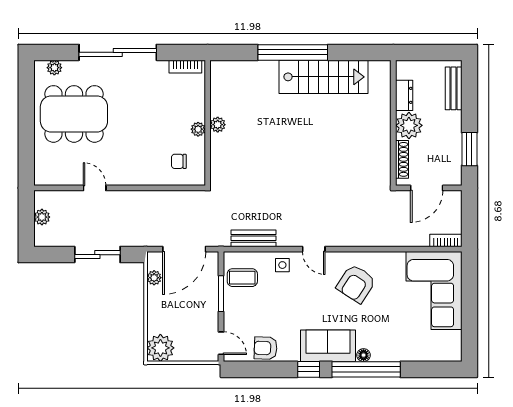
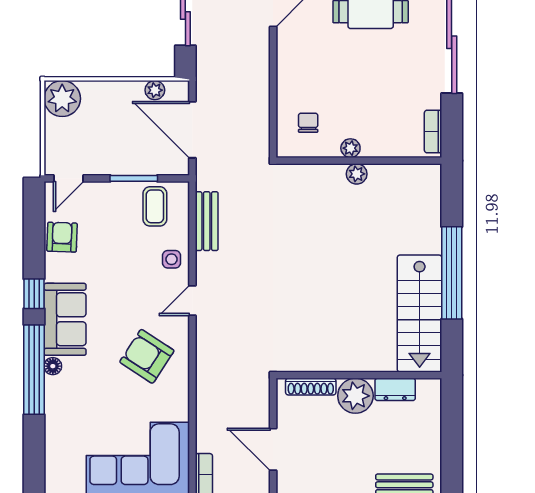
dresser: (404, 95) -> (395, 389), moved
wall: (393, 123) -> (359, 375), moved
plant: (409, 125) -> (355, 396), moved
shoe rack: (402, 159) -> (311, 387), moved

